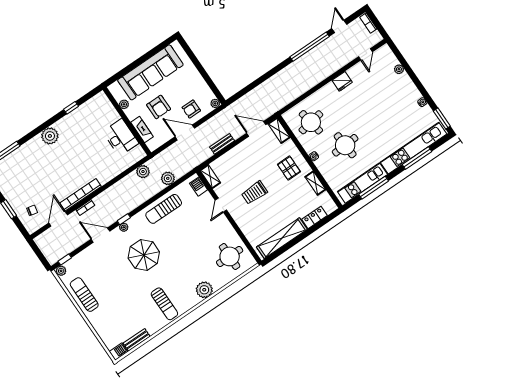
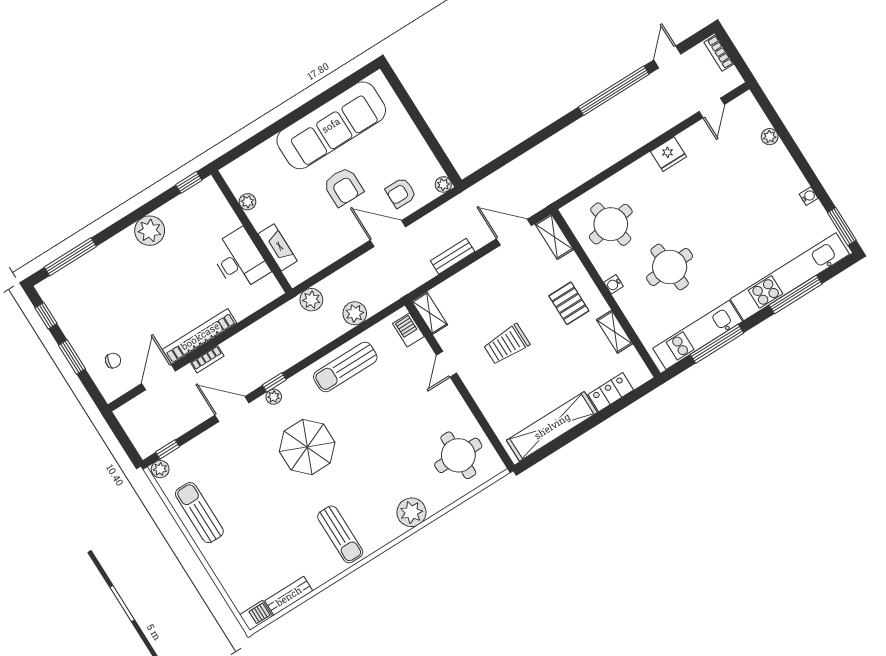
plant: (124, 104) -> (247, 202), moved
wall: (127, 121) -> (252, 232), moved
fireplace: (142, 130) -> (278, 247), moved
desk: (121, 137) -> (239, 260), moved

